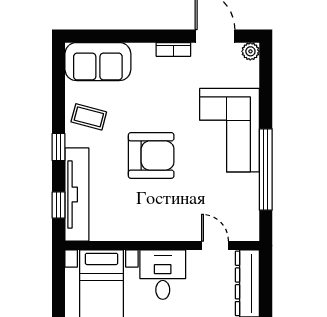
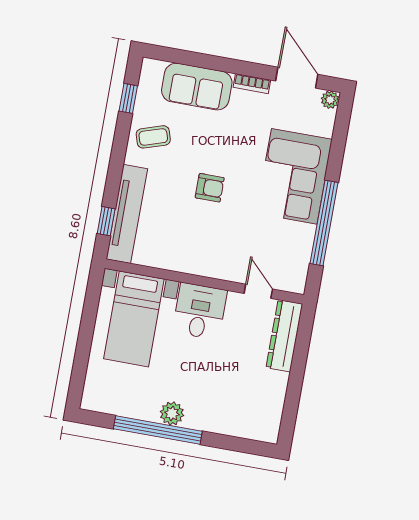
sofa: (98, 62) -> (197, 87), moved
coffee table: (89, 117) -> (153, 137), turned -33
window: (58, 147) -> (128, 98), moved
armchair: (151, 155) -> (210, 188), width x0.53, depth x0.53

